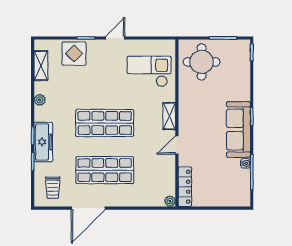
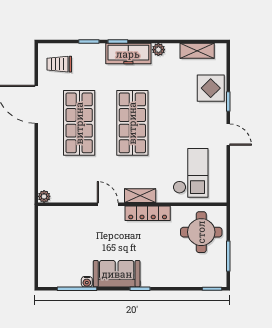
sofa: (238, 129) -> (117, 274), width x0.73
freezer: (43, 142) -> (128, 54), moved
locker: (185, 187) -> (148, 213), moved

